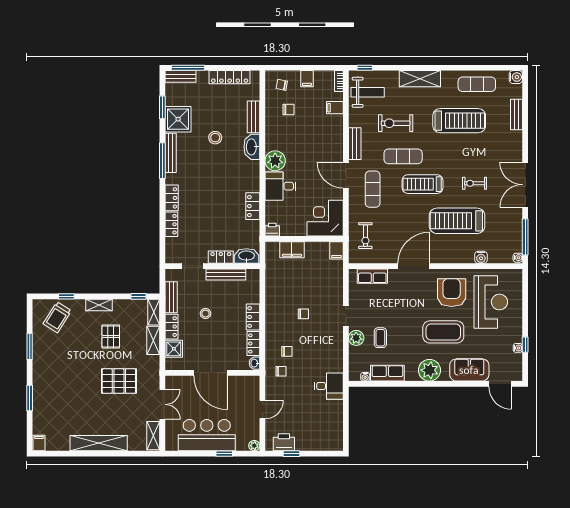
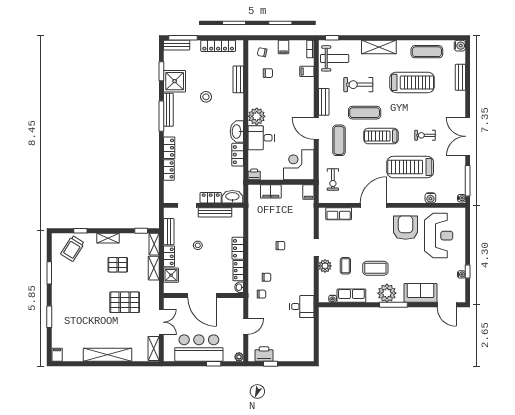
washbasin: (252, 147) -> (237, 132), moved
coffee table: (443, 332) -> (375, 268), moved, width x0.73, depth x0.76
pallet: (111, 337) -> (118, 265), turned 90
window: (437, 384) -> (393, 305), added

